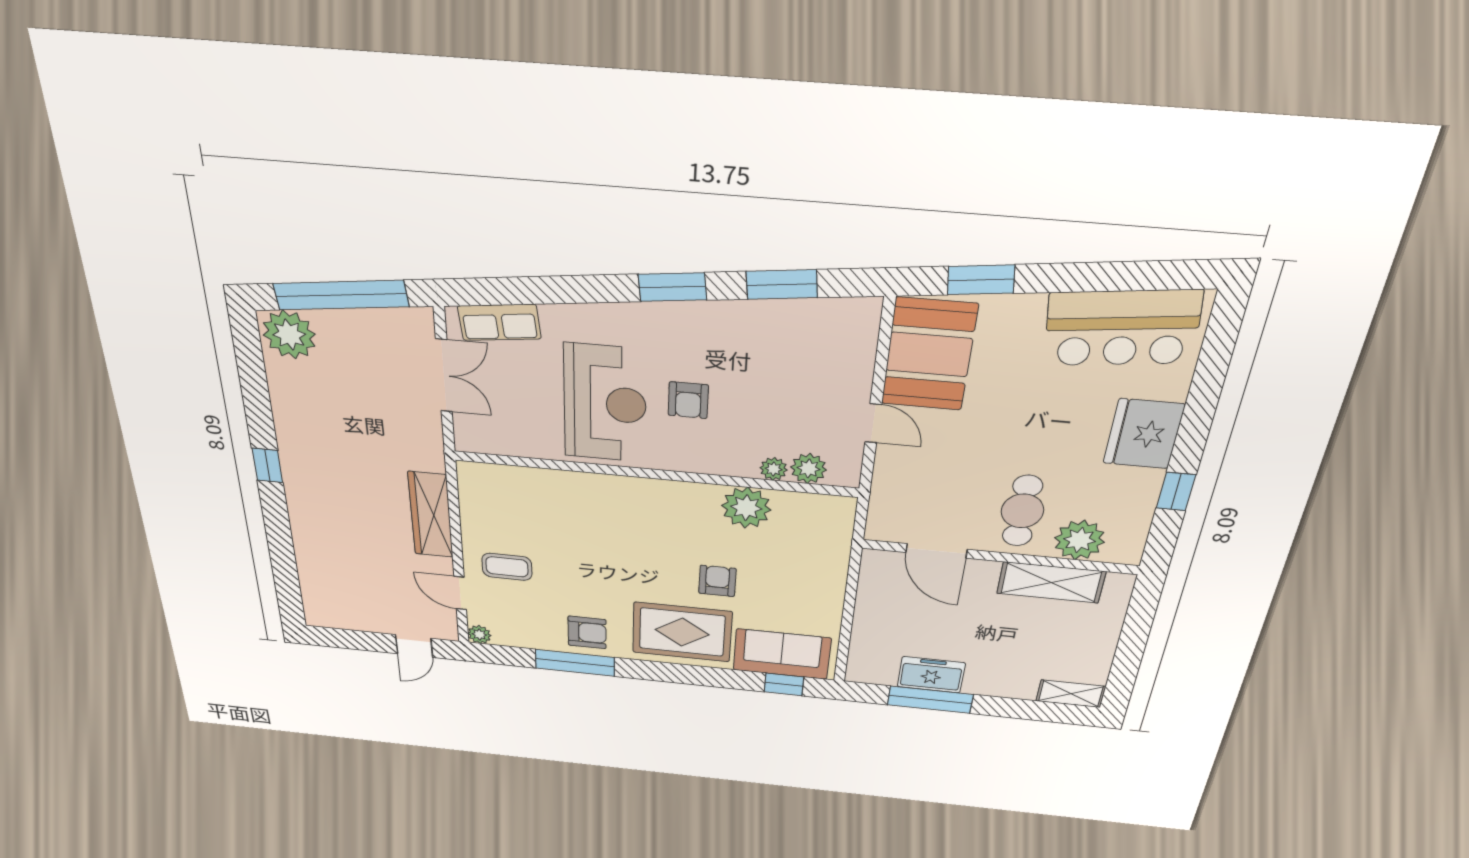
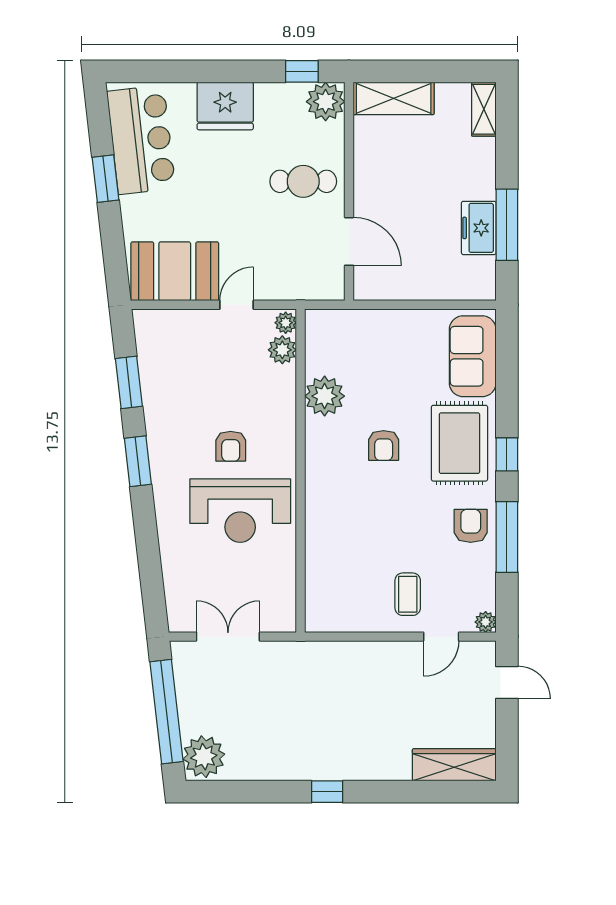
window: (981, 280) -> (106, 179), moved
row of seats: (499, 322) -> (178, 591), removed
armchair: (688, 400) -> (231, 446), turned 90
reception desk: (605, 404) -> (240, 511), turned 180
plant: (774, 469) -> (286, 323), moved
window: (1176, 491) -> (302, 71), moved
wardrobe: (431, 515) -> (454, 765), moved, turned 180
plant: (1080, 540) -> (326, 102), moved
door: (936, 551) -> (349, 241), hinge flipped
armchair: (717, 581) -> (384, 445), moved, turned -90
shelving: (1051, 582) -> (394, 98), moved, turned 90
window: (784, 684) -> (507, 454), moved

